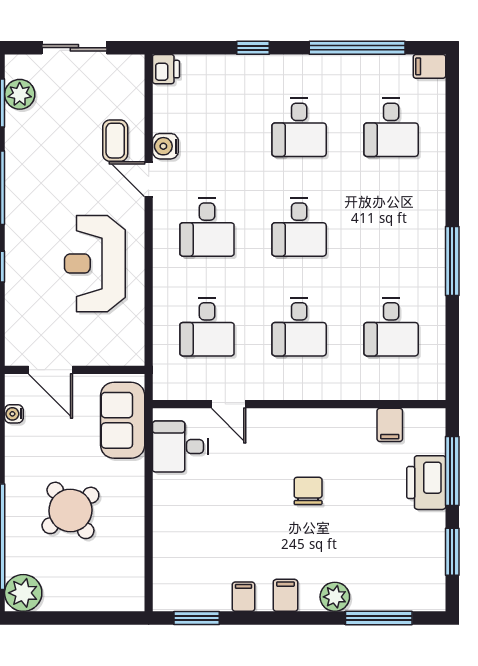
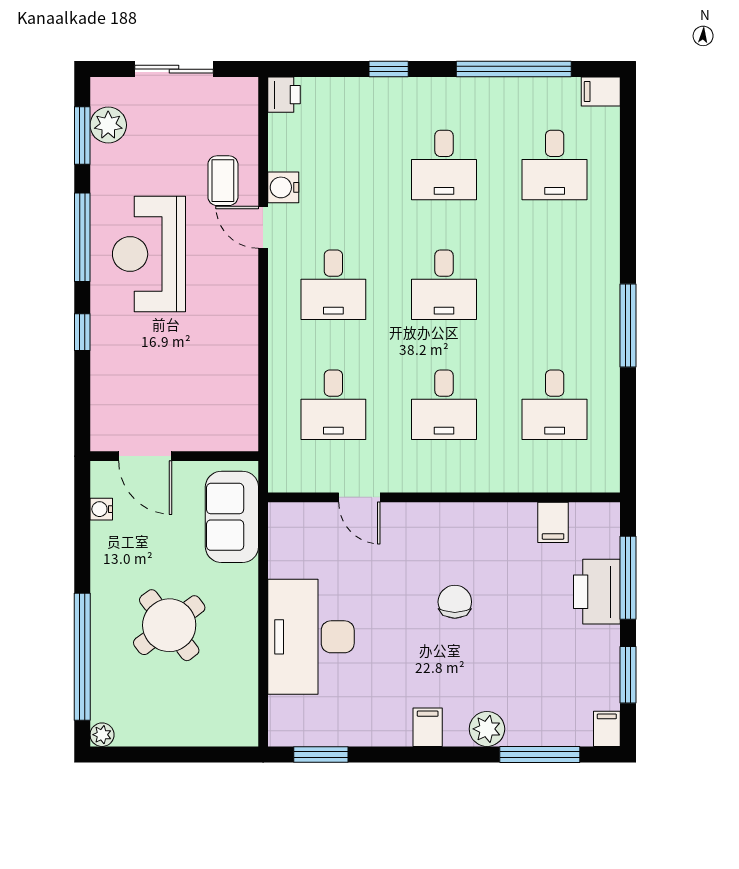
reception desk: (95, 264) -> (149, 254), moved
desk: (180, 447) -> (311, 637), moved, width x1.87, depth x1.30
plant: (23, 593) -> (102, 735), width x0.53, depth x0.53
filing cabinet: (243, 597) -> (607, 729), moved

